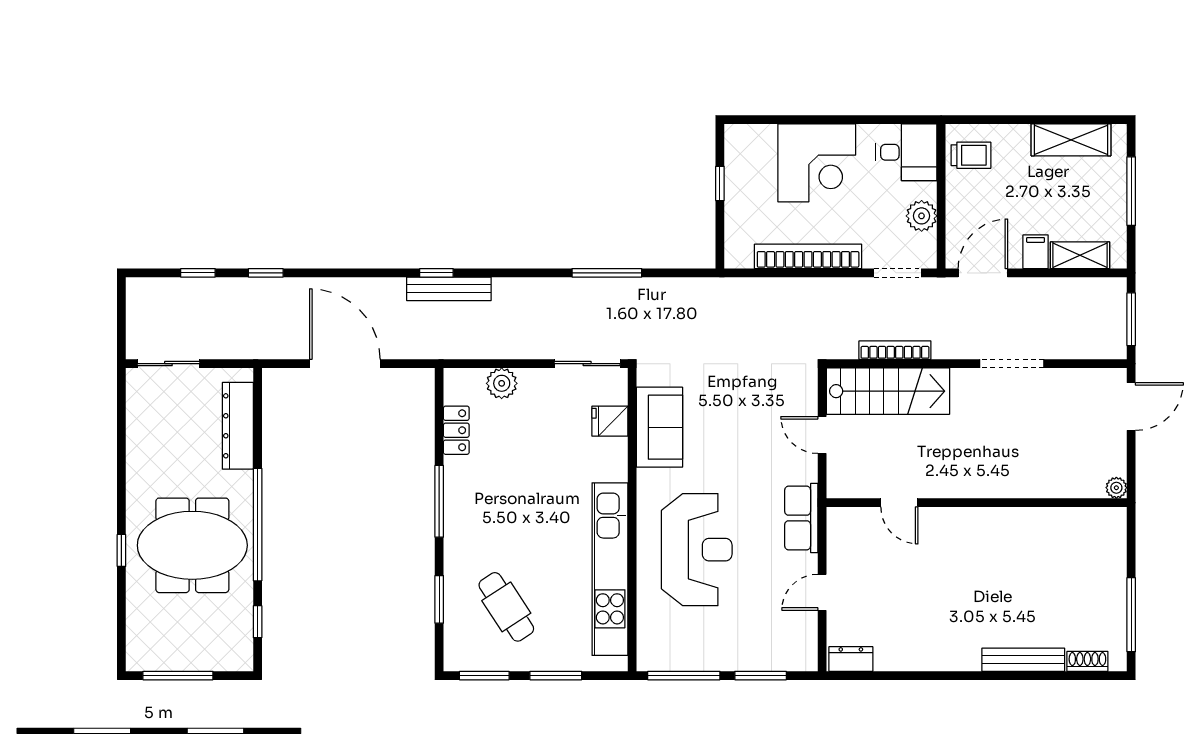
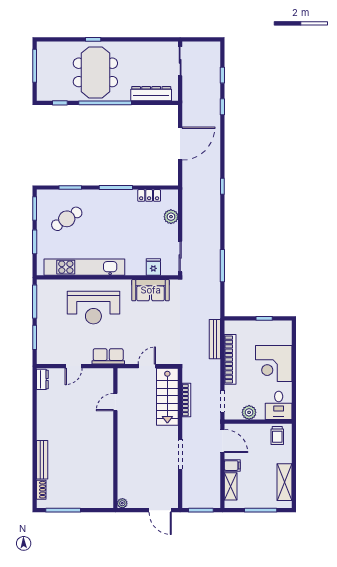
bench: (449, 289) -> (215, 339), moved
door: (822, 592) -> (74, 366), swing flipped

